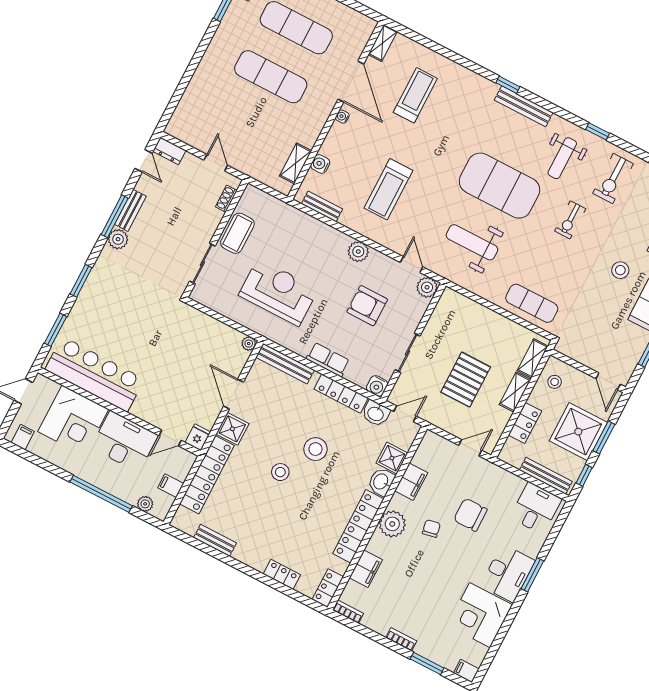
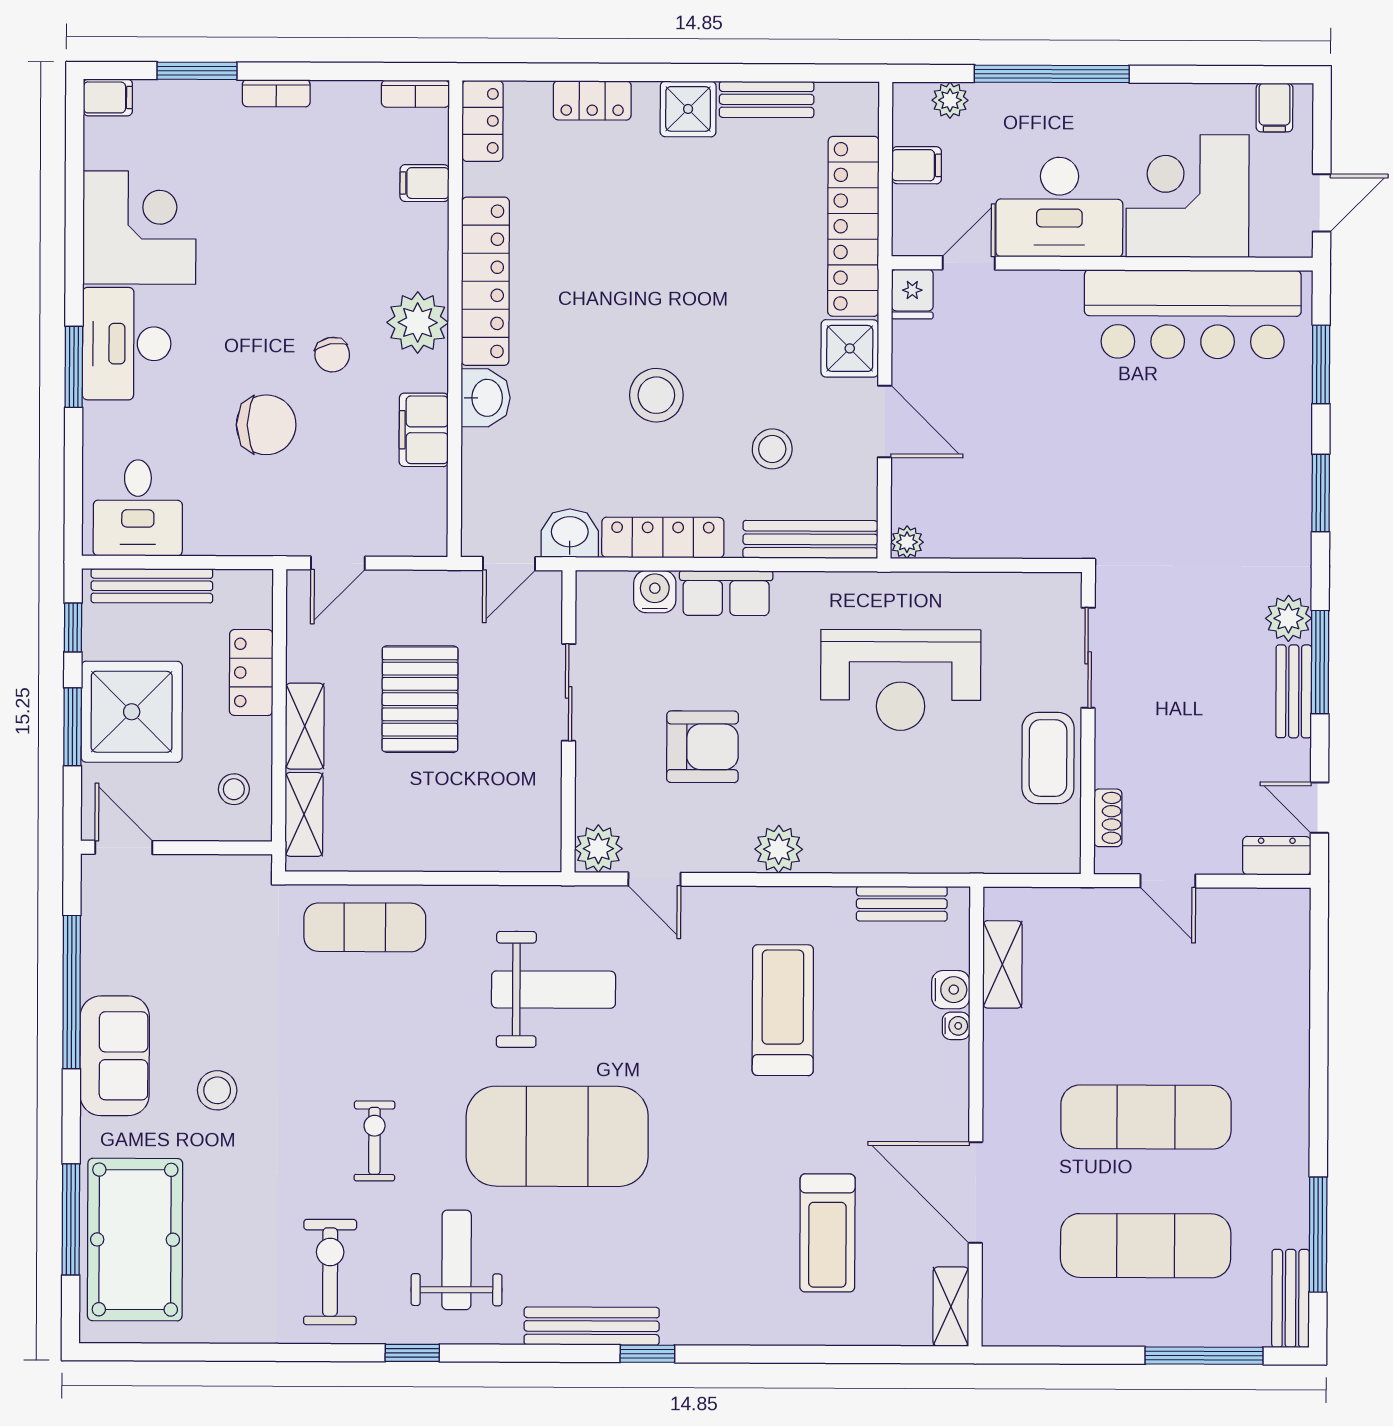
water cooler: (342, 117) -> (956, 1026), moved
water cooler: (377, 386) -> (655, 592), moved
shower: (392, 458) -> (688, 109), moved
stool: (280, 472) -> (772, 449), moved
filing cabinet: (366, 569) -> (425, 183), width x0.50

